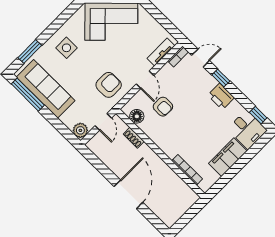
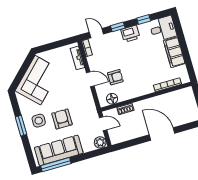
window: (30, 51) -> (21, 126), moved
door: (201, 58) -> (96, 33), hinge flipped
armchair: (109, 85) -> (62, 119), moved
window: (258, 115) -> (144, 19), moved

